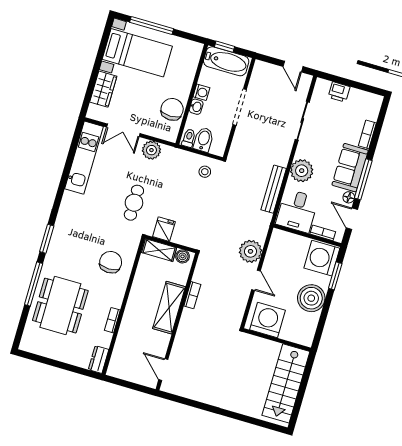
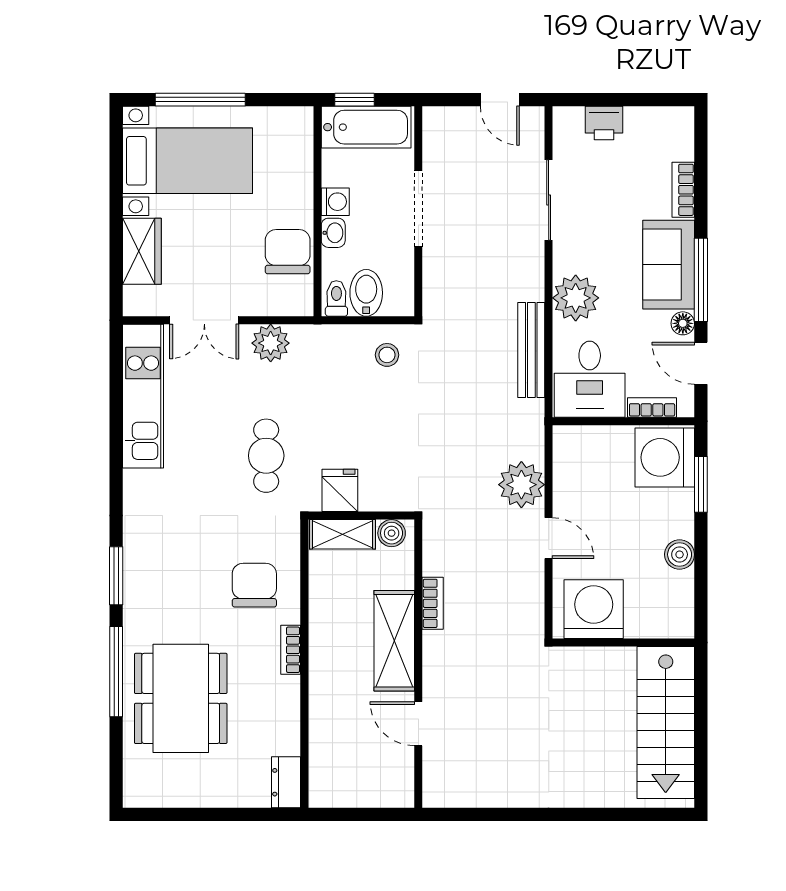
boiler: (311, 298) -> (680, 554), width x0.54, depth x0.54
bookcase: (112, 320) -> (291, 650), moved
door: (163, 370) -> (418, 724), moved

